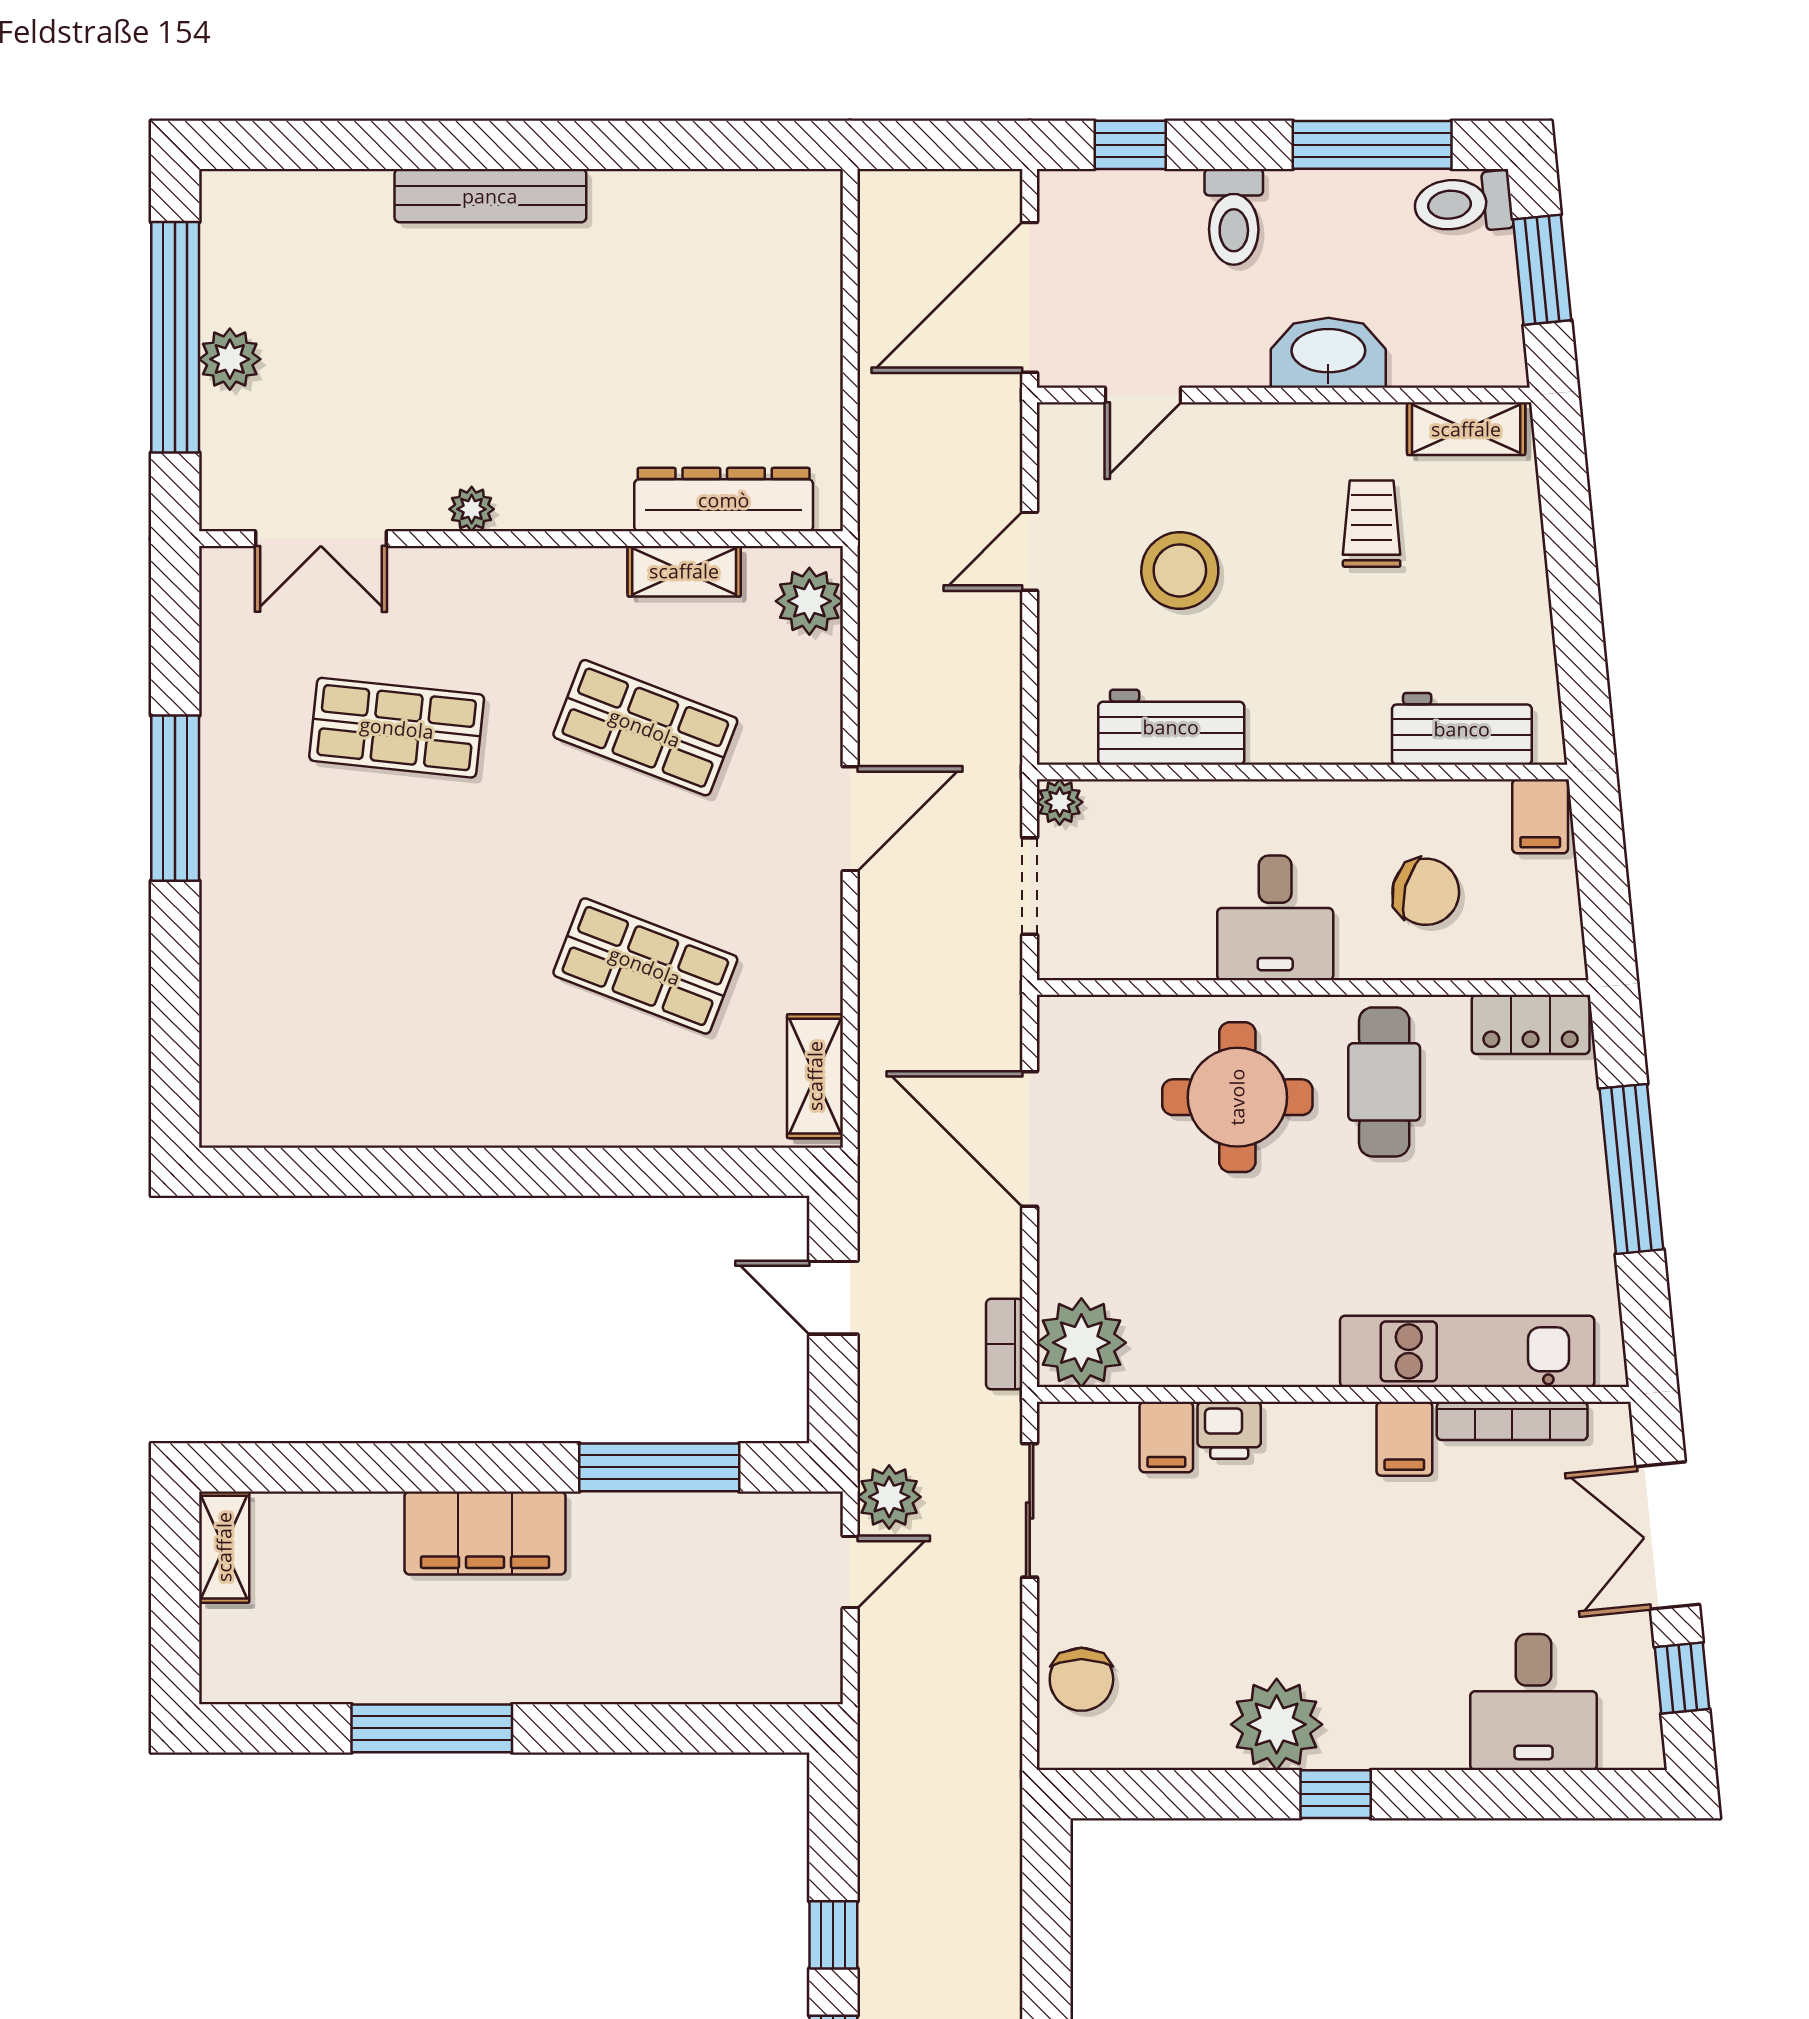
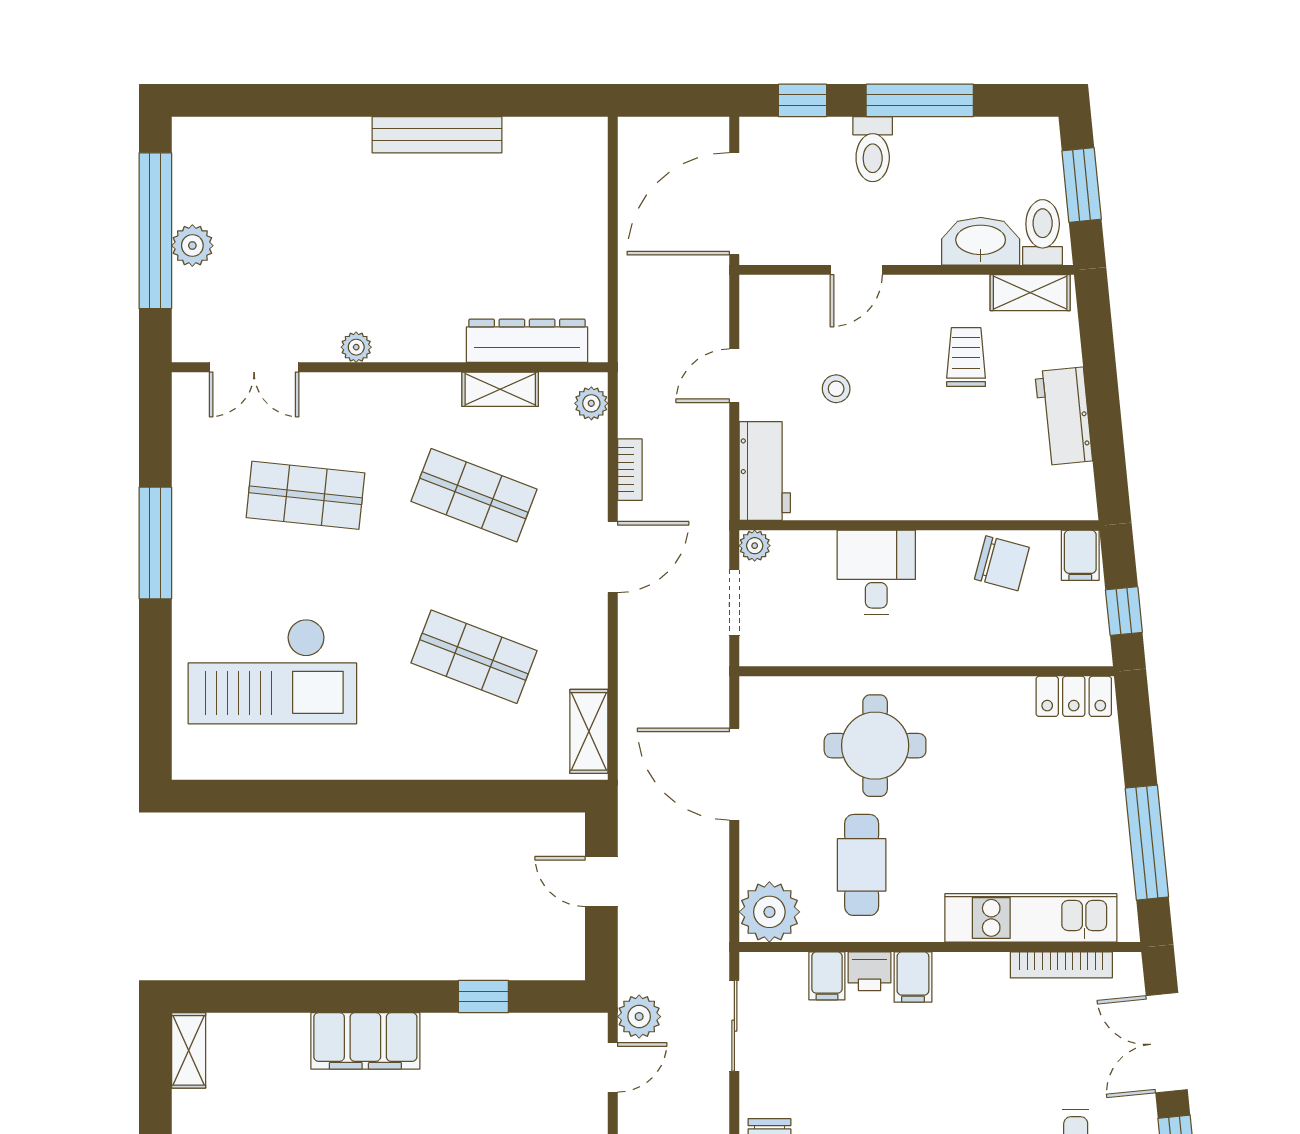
window: (1372, 145) -> (920, 100), moved
bench: (490, 196) -> (437, 135), moved
toilet: (1463, 203) -> (1043, 232), moved, turned 96
washbasin: (1328, 353) -> (981, 241), moved
door: (1143, 395) -> (856, 270), moved
stool: (1180, 570) -> (836, 389), width x0.53, depth x0.53
plant: (809, 601) -> (591, 403), width x0.73, depth x0.73
workbench: (1171, 727) -> (765, 471), moved, turned 90
workbench: (1462, 729) -> (1064, 416), moved, turned -96
chair: (1426, 892) -> (1002, 563), moved
window: (1605, 899) -> (1124, 611), added
desk: (1275, 918) -> (876, 572), moved, turned 180
checkout: (348, 987) -> (272, 671), added
cafe table: (1384, 1082) -> (862, 865), moved
window: (1631, 1169) -> (1147, 843), moved
bookcase: (1004, 1344) -> (630, 470), moved, turned 180
filing cabinet: (1404, 1439) -> (913, 977), moved
window: (659, 1467) -> (483, 996), width x0.46

